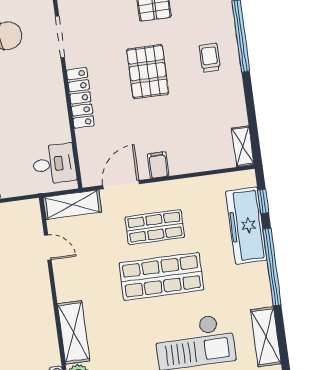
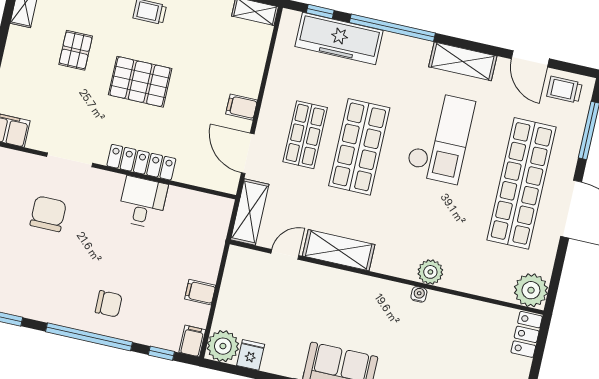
desk: (54, 164) -> (143, 202), moved
shelving: (74, 332) -> (339, 250), moved

